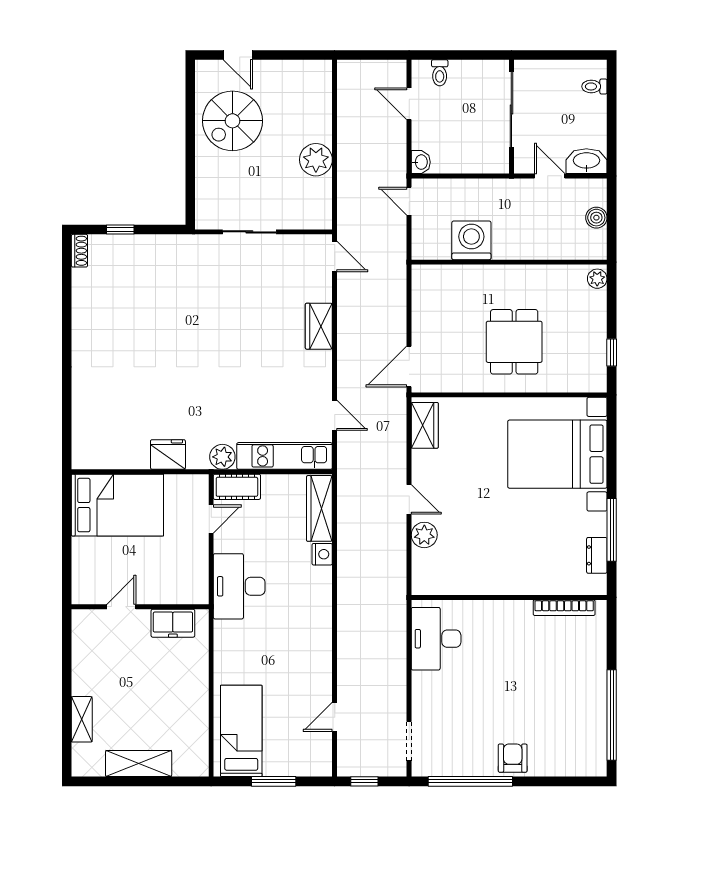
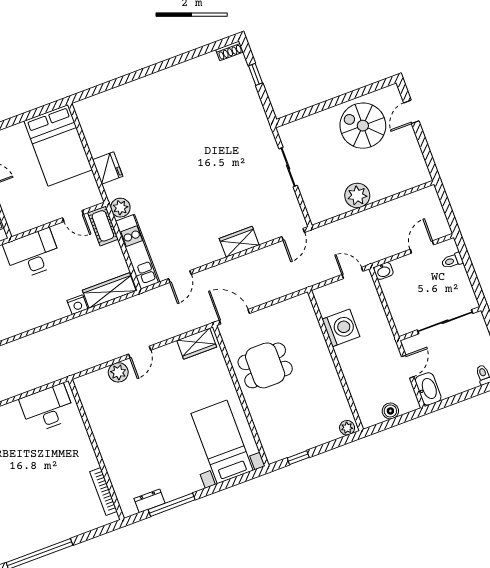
door: (409, 201) -> (352, 273), hinge flipped
dining table: (514, 342) -> (265, 365), moved
bed with nightstands: (557, 454) -> (222, 442), width x0.73

